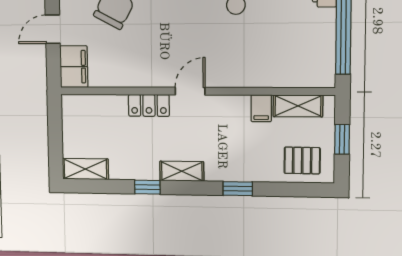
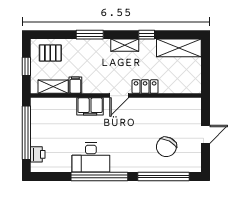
filing cabinet: (74, 67) -> (90, 106), moved, turned -90
shelving: (85, 169) -> (179, 48), width x1.50, depth x1.33
window: (238, 189) -> (90, 35), width x1.50

